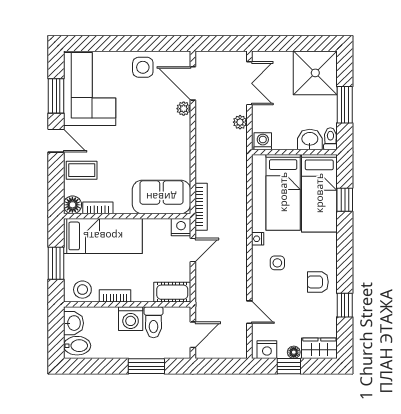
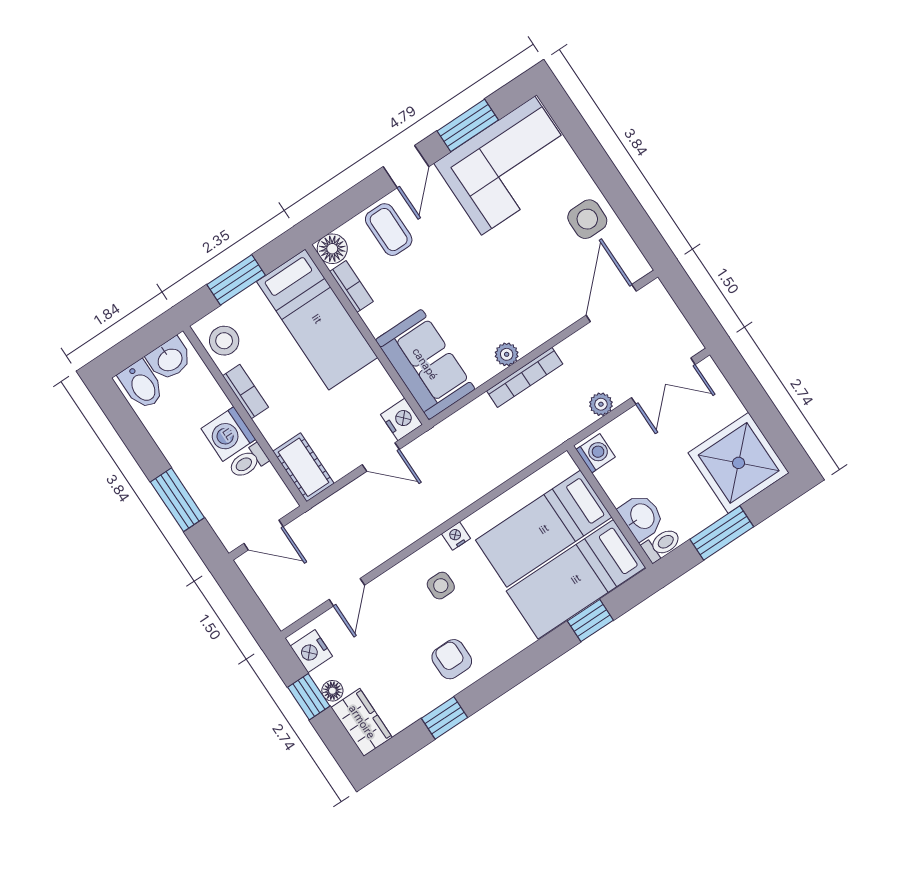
plant: (184, 109) -> (507, 354), moved
bookcase: (201, 207) -> (525, 377), moved
toilet: (153, 322) -> (248, 461), width x0.73, depth x0.72

